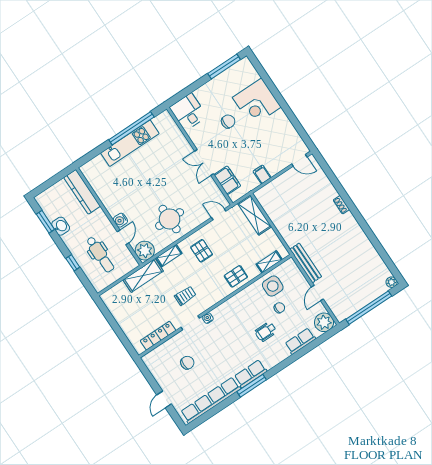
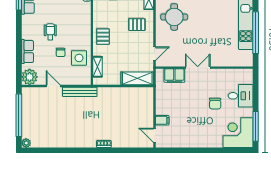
corner desk: (257, 102) -> (238, 133), moved
desk: (188, 112) -> (241, 96), moved
door: (299, 160) -> (155, 135), hinge flipped
filing cabinet: (262, 174) -> (162, 120), moved

